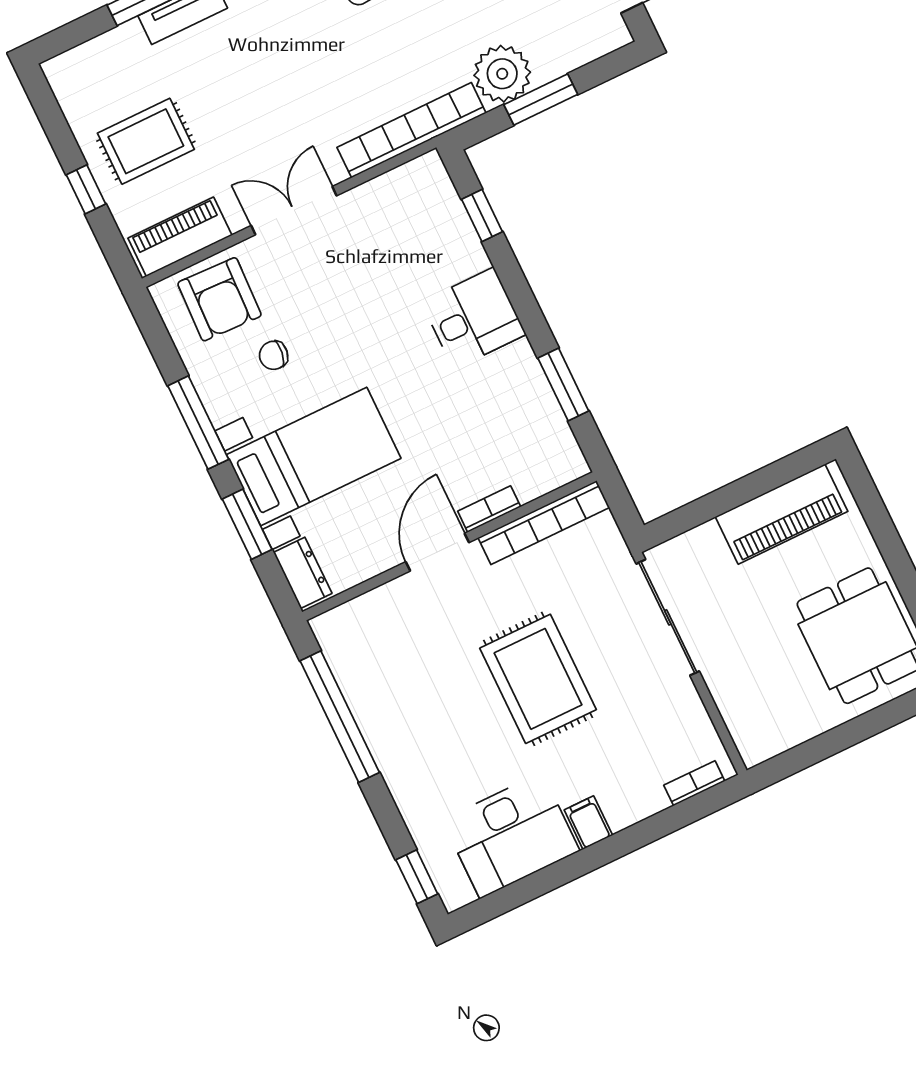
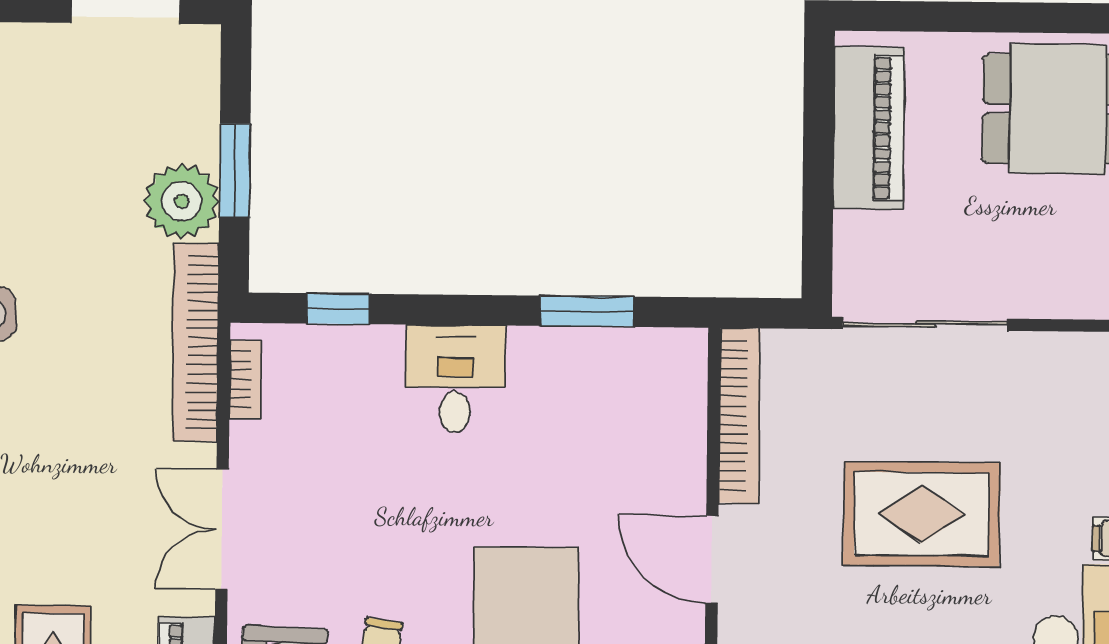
bookcase: (489, 509) -> (245, 379), moved, turned 180

